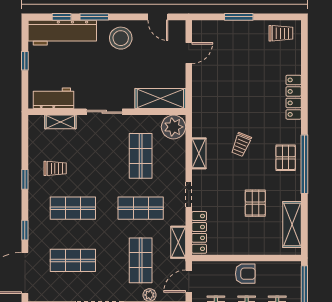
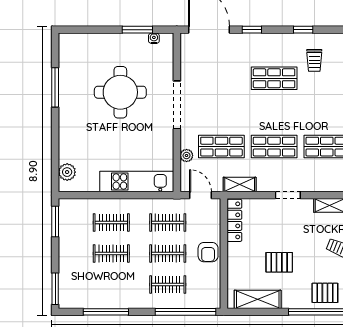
shop shelf: (73, 208) -> (274, 78), turned 90
shop shelf: (141, 208) -> (274, 147), turned 90
locker: (199, 232) -> (234, 220), moved, turned -90
shop shelf: (73, 260) -> (221, 78), removed

